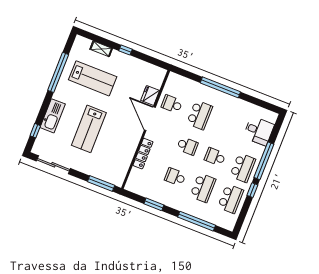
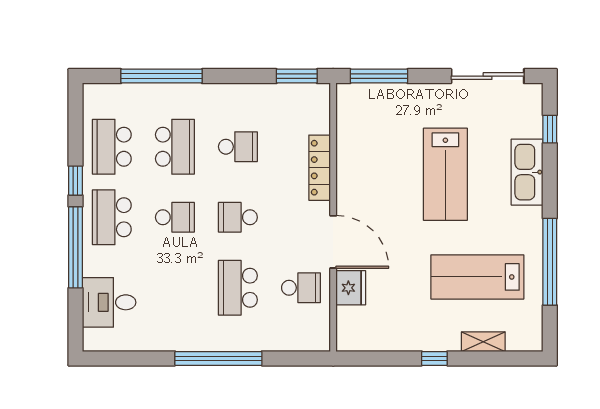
lab bench: (89, 129) -> (445, 174), turned 180
school desk: (203, 188) -> (175, 147), turned 180
window: (154, 204) -> (297, 76), moved

